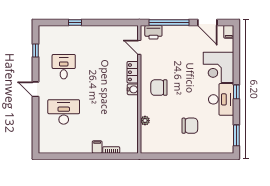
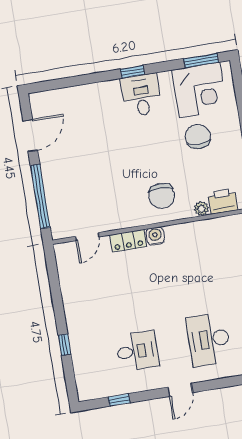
printer: (153, 32) -> (223, 201), moved, turned -90
filing cabinet: (229, 32) -> (39, 99), removed
desk: (64, 67) -> (137, 351), turned 180
corner desk: (218, 67) -> (199, 90), moved
chair: (159, 88) -> (162, 196), moved
desk: (221, 99) -> (141, 95), width x0.73

